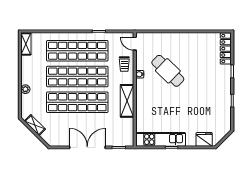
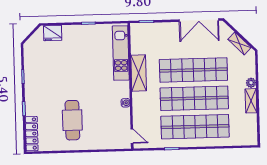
shelving: (26, 44) -> (251, 101), moved
trolley: (124, 64) -> (143, 113), removed
cafe table: (168, 71) -> (72, 120), moved, turned 46
kitchen unit: (161, 139) -> (121, 53), moved, turned 90
double door: (87, 147) -> (199, 20), moved

